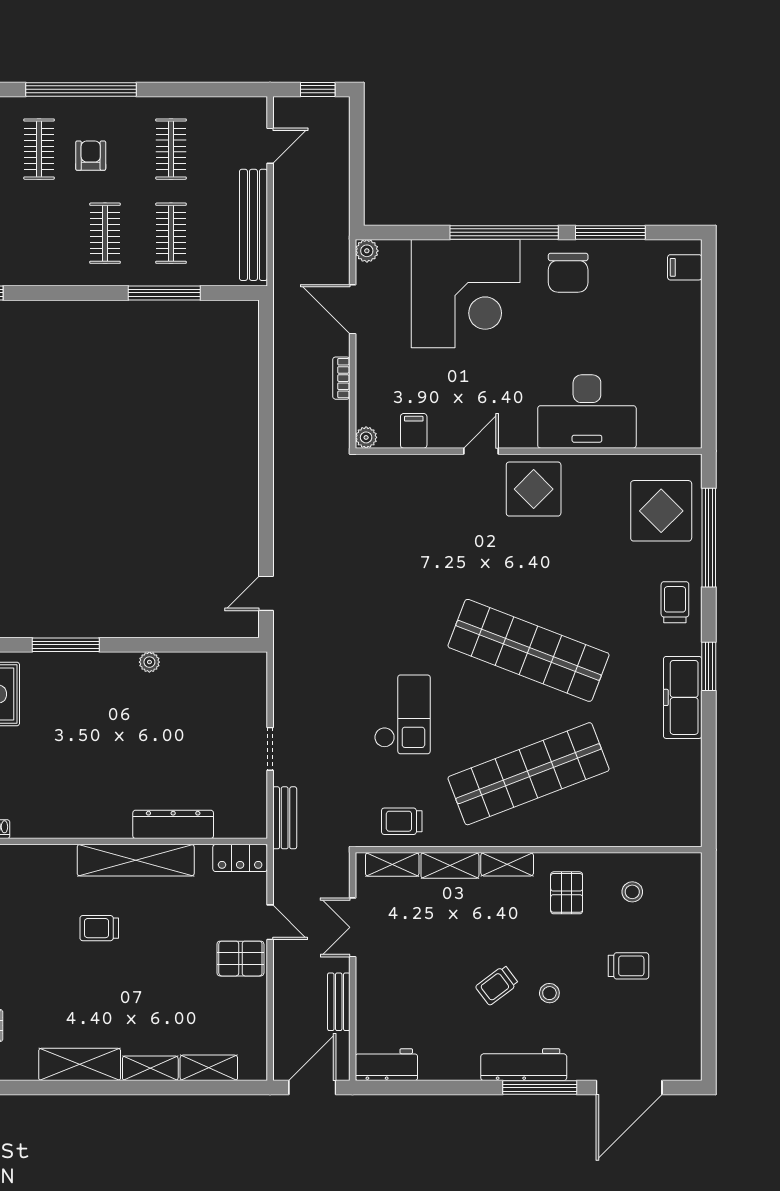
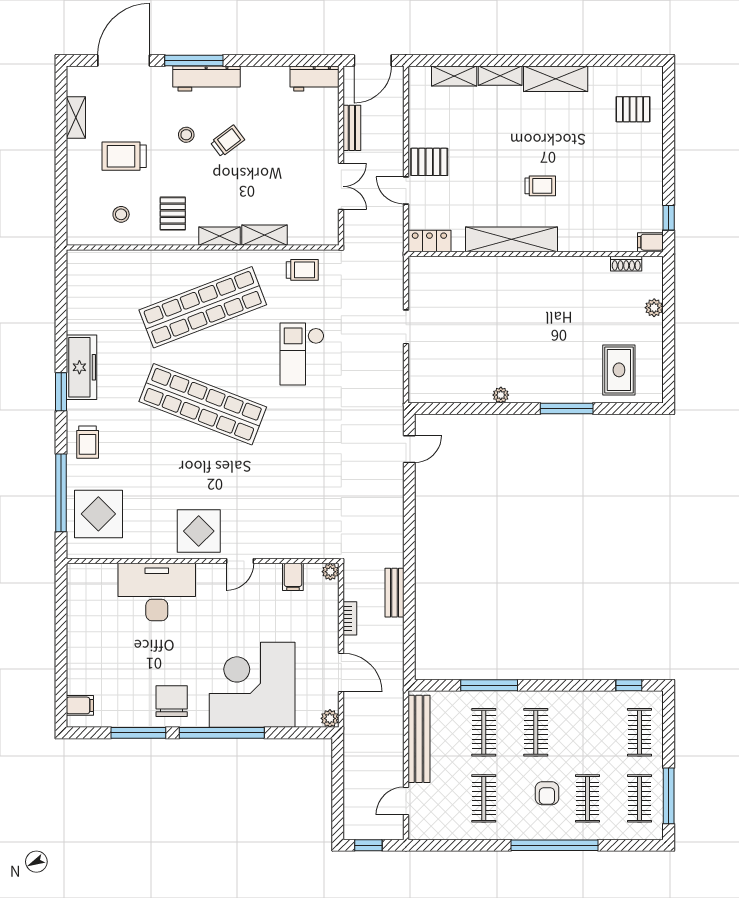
bench: (285, 818) -> (394, 593), moved
dresser: (173, 824) -> (482, 267), removed
shelving: (392, 864) -> (76, 117), moved, turned 90
trolley: (628, 966) -> (124, 156), width x1.36, depth x1.39

